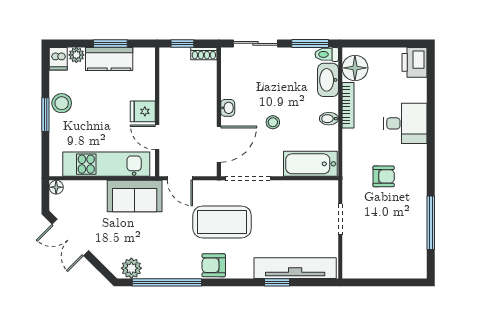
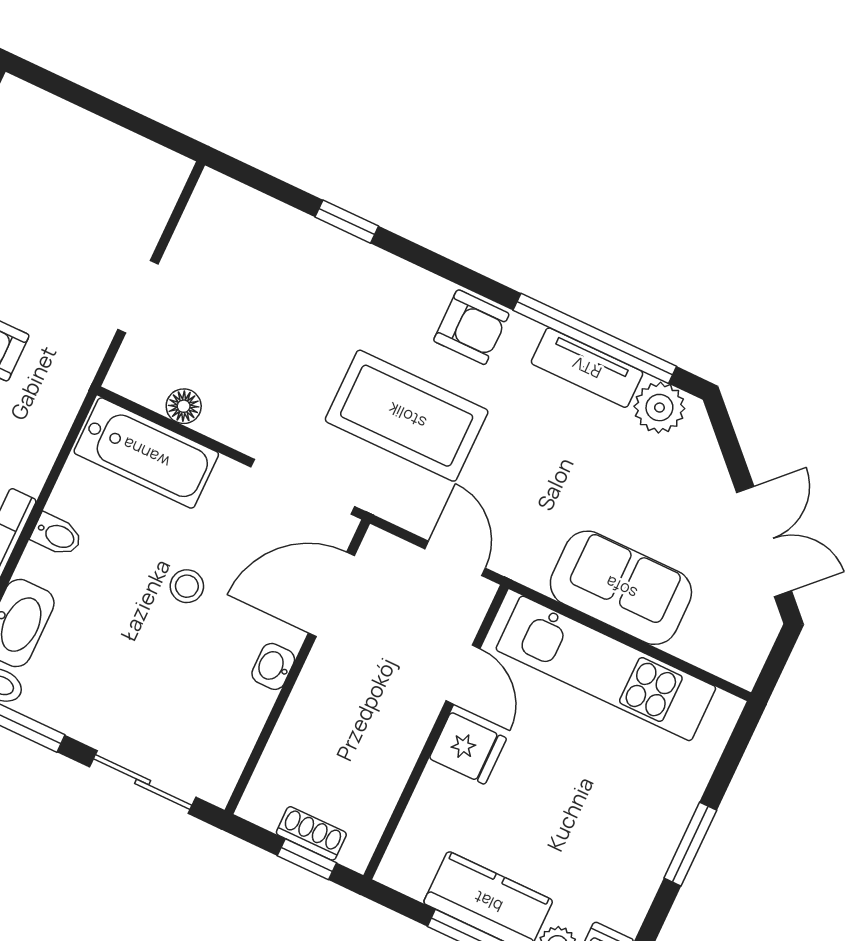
shoe rack: (204, 54) -> (311, 833), moved
stool: (62, 103) -> (642, 853), removed
floor lamp: (56, 187) -> (184, 406), moved
sofa: (135, 196) -> (621, 588), moved
tv unit: (295, 268) -> (587, 368), moved, width x0.52, depth x0.78

